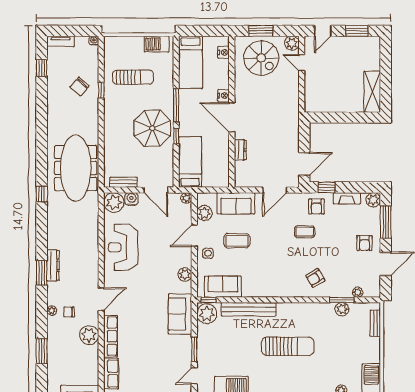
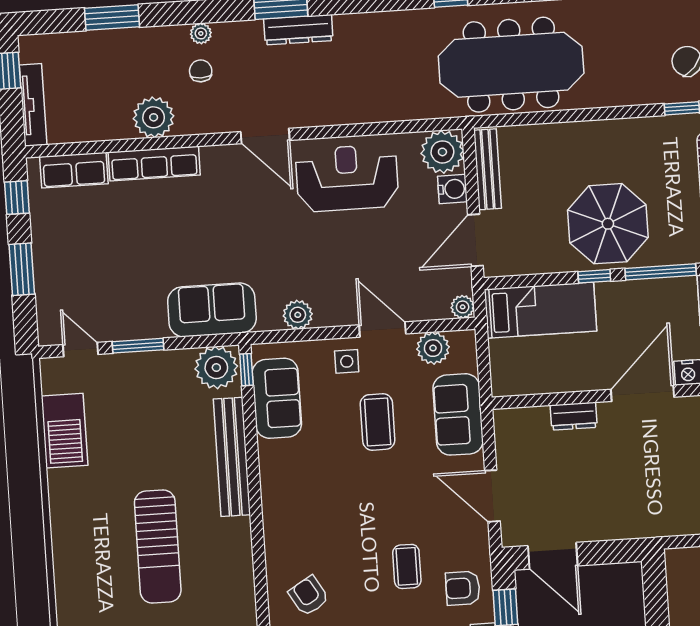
bench: (123, 182) -> (488, 169), width x1.36
door: (101, 299) -> (265, 136), moved

